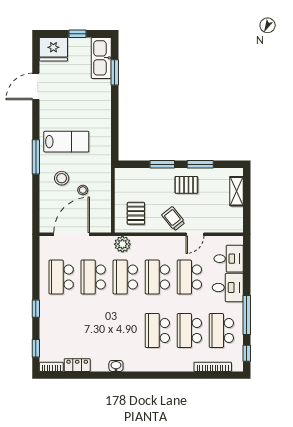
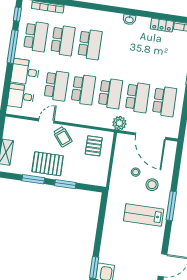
pallet: (186, 185) -> (48, 164), width x1.50, depth x1.42
door: (72, 234) -> (151, 136), hinge flipped
plant: (122, 244) -> (119, 123), moved

